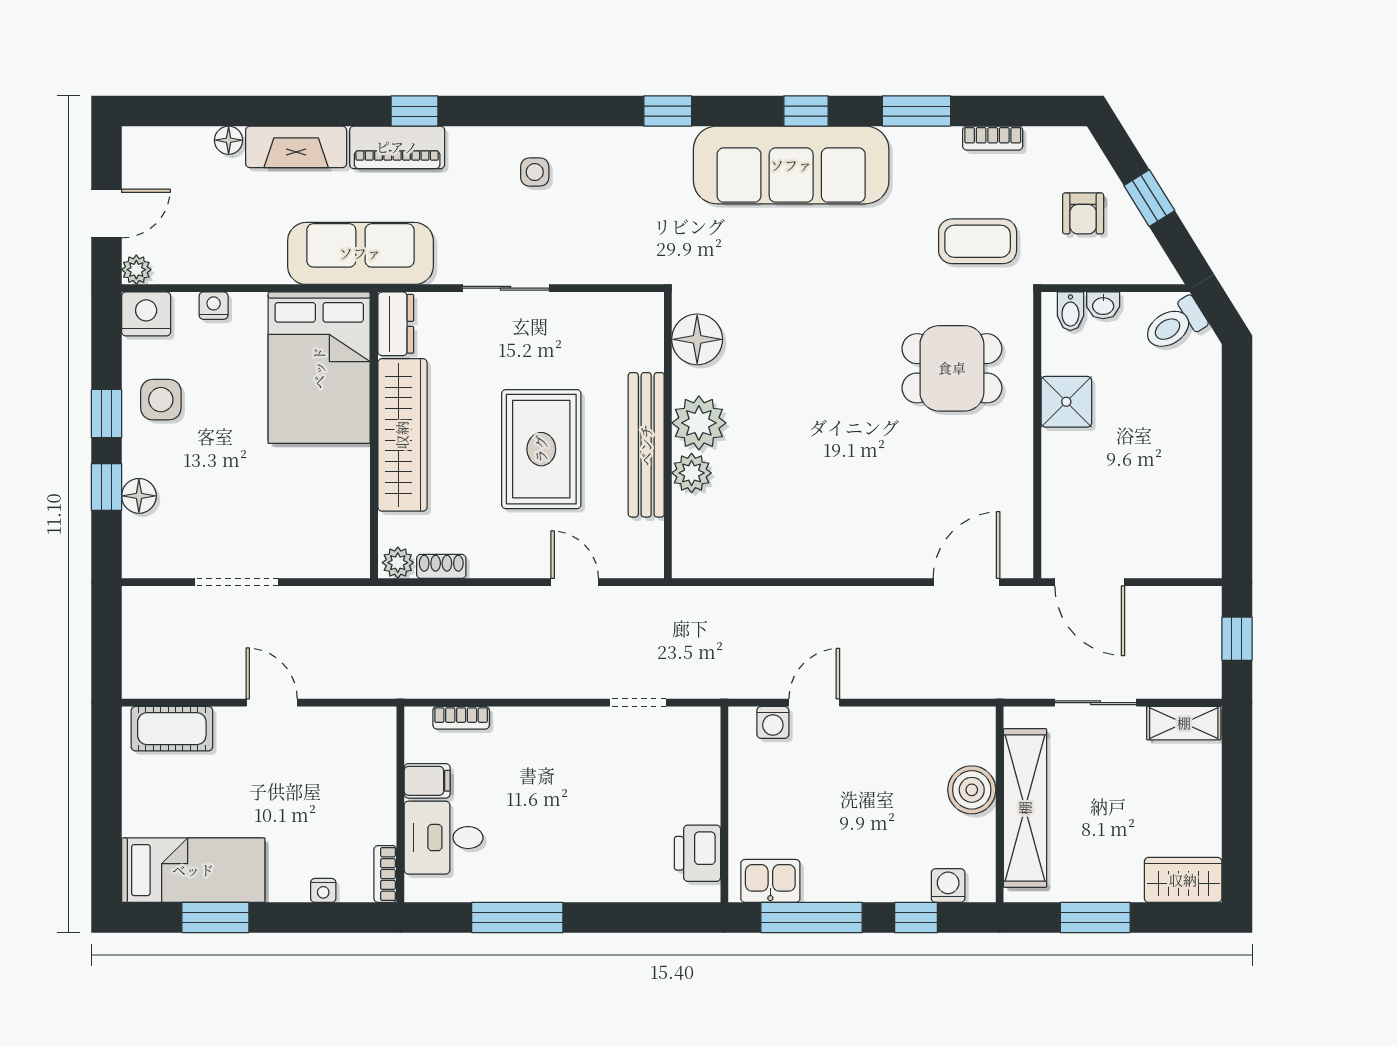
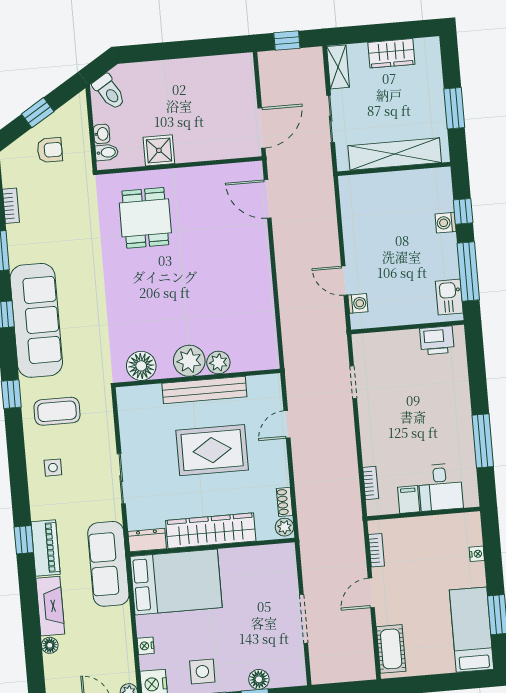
coffee table: (978, 241) -> (57, 411), moved, turned 90
boiler: (972, 790) -> (387, 186), removed
bookcase: (385, 874) -> (376, 550), moved, turned -90
wardrobe: (1183, 880) -> (391, 53), moved, turned -90
washing machine: (948, 886) -> (446, 223), moved

